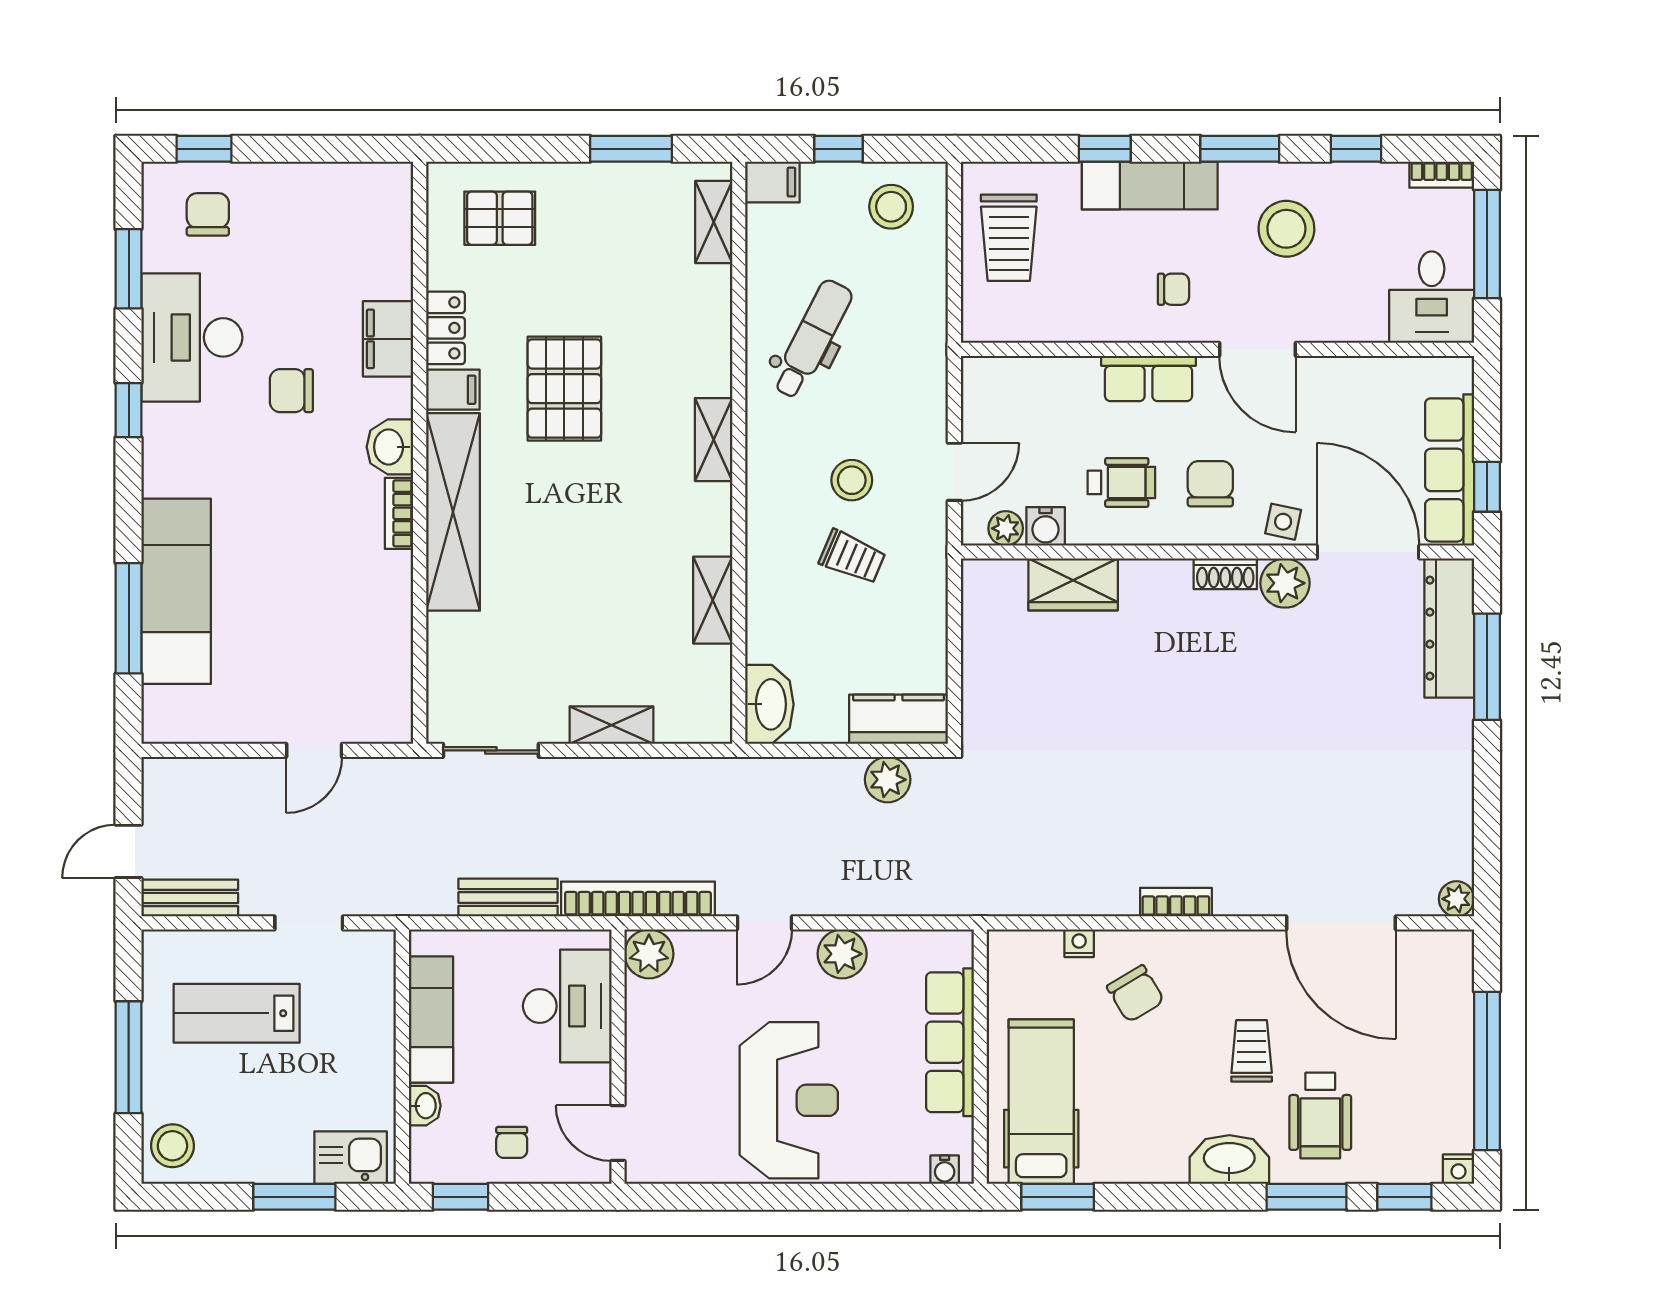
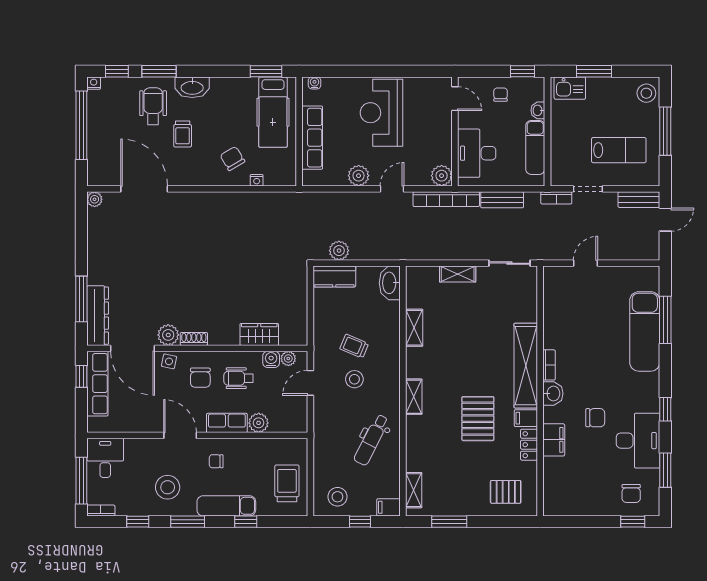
plant: (1075, 379) -> (259, 423), added
bookcase: (1176, 902) -> (556, 198), moved

